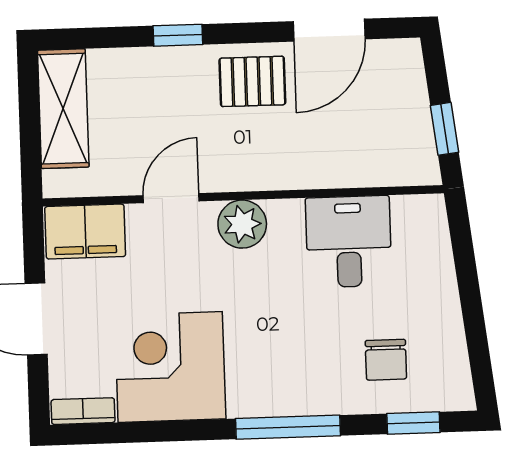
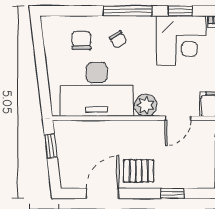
desk: (349, 242) -> (97, 89), width x1.87, depth x1.30
chair: (306, 364) -> (118, 40), added
window: (413, 423) -> (180, 11), moved

